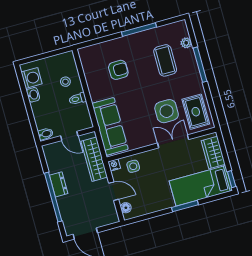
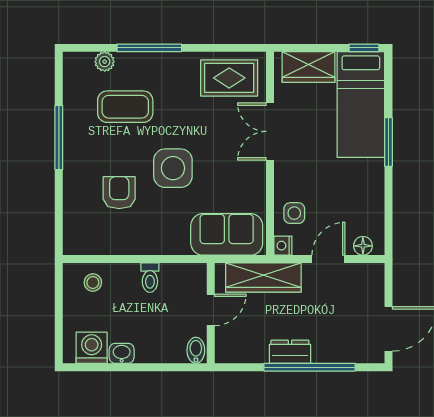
stool: (65, 82) -> (93, 283), moved
side table: (167, 111) -> (173, 168), moved
sofa: (110, 126) -> (227, 234), width x0.73

